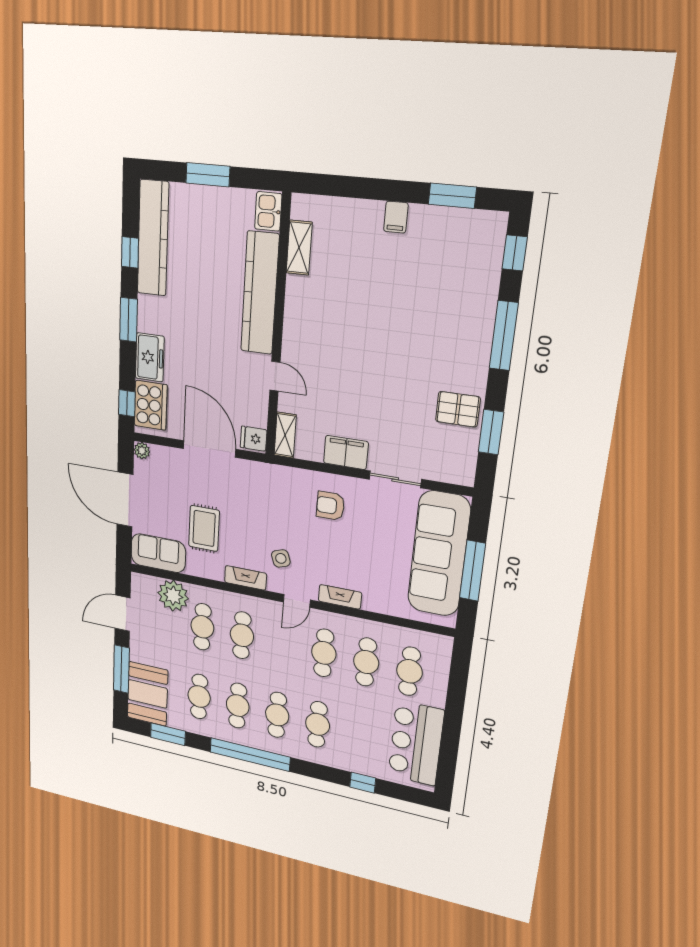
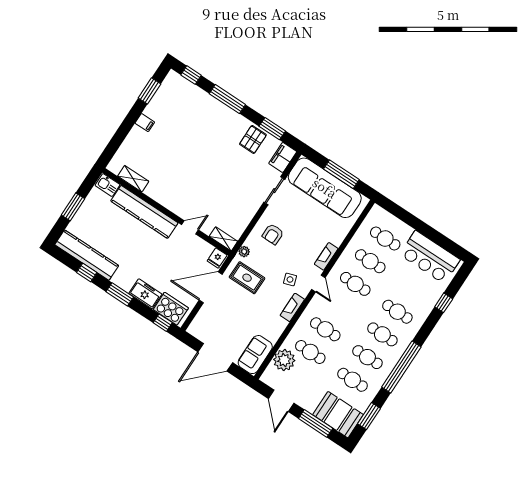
plant: (142, 451) -> (244, 252), moved
filing cabinet: (346, 452) -> (283, 157), moved
rug: (204, 528) -> (247, 278), moved

